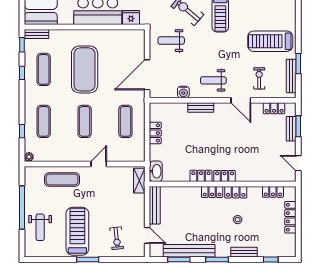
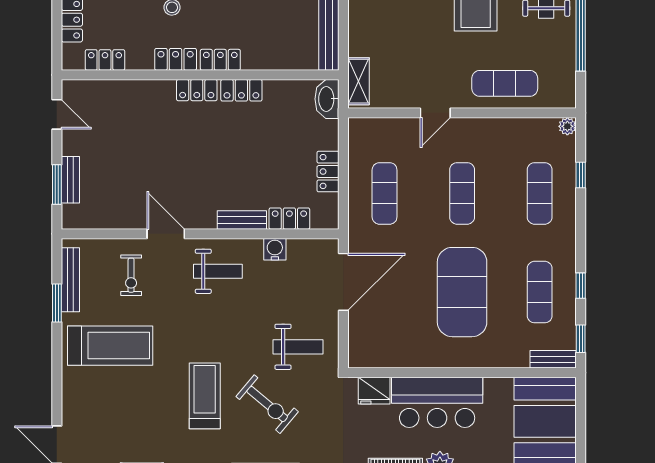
locker: (274, 108) -> (289, 219), moved

